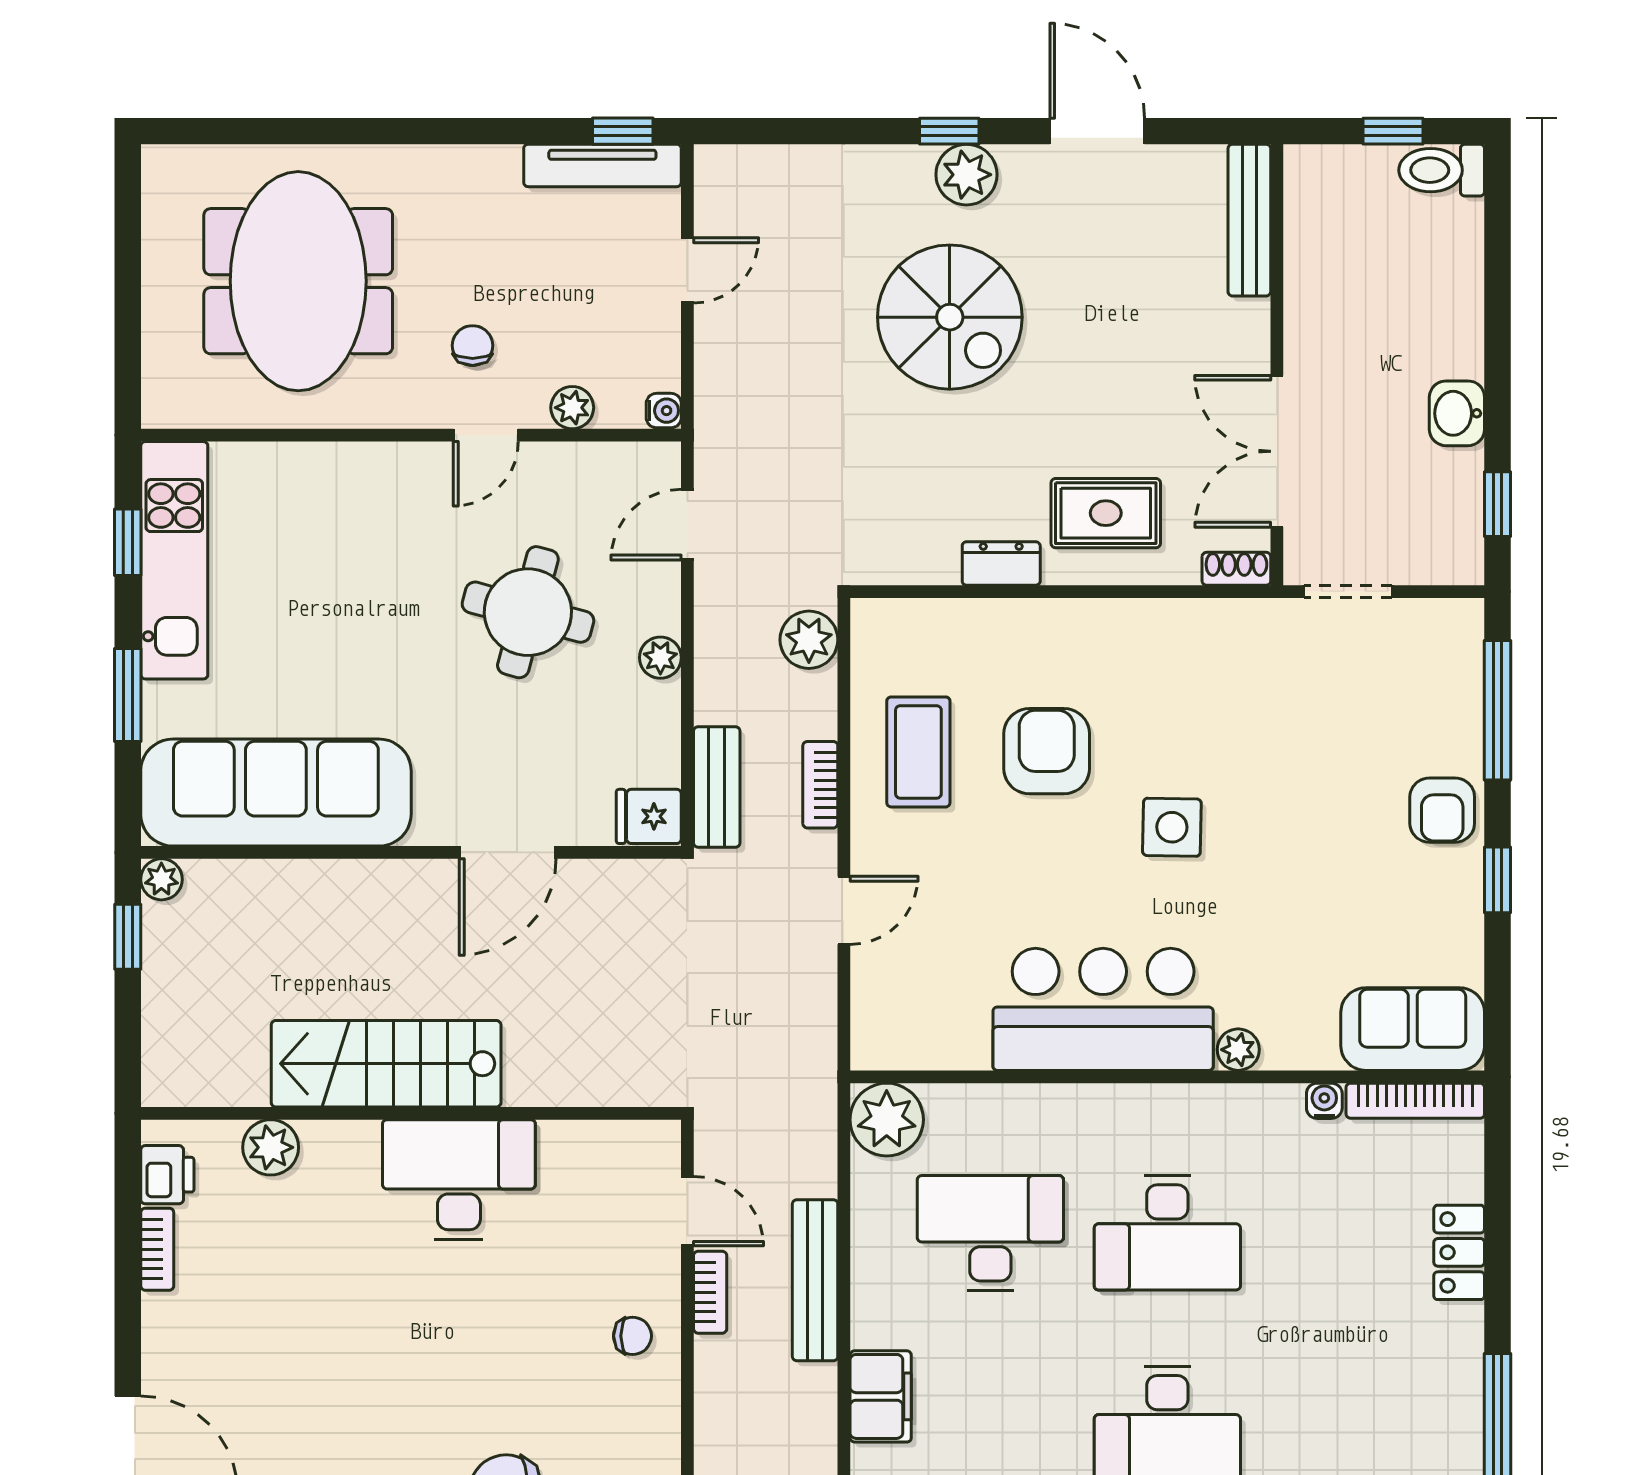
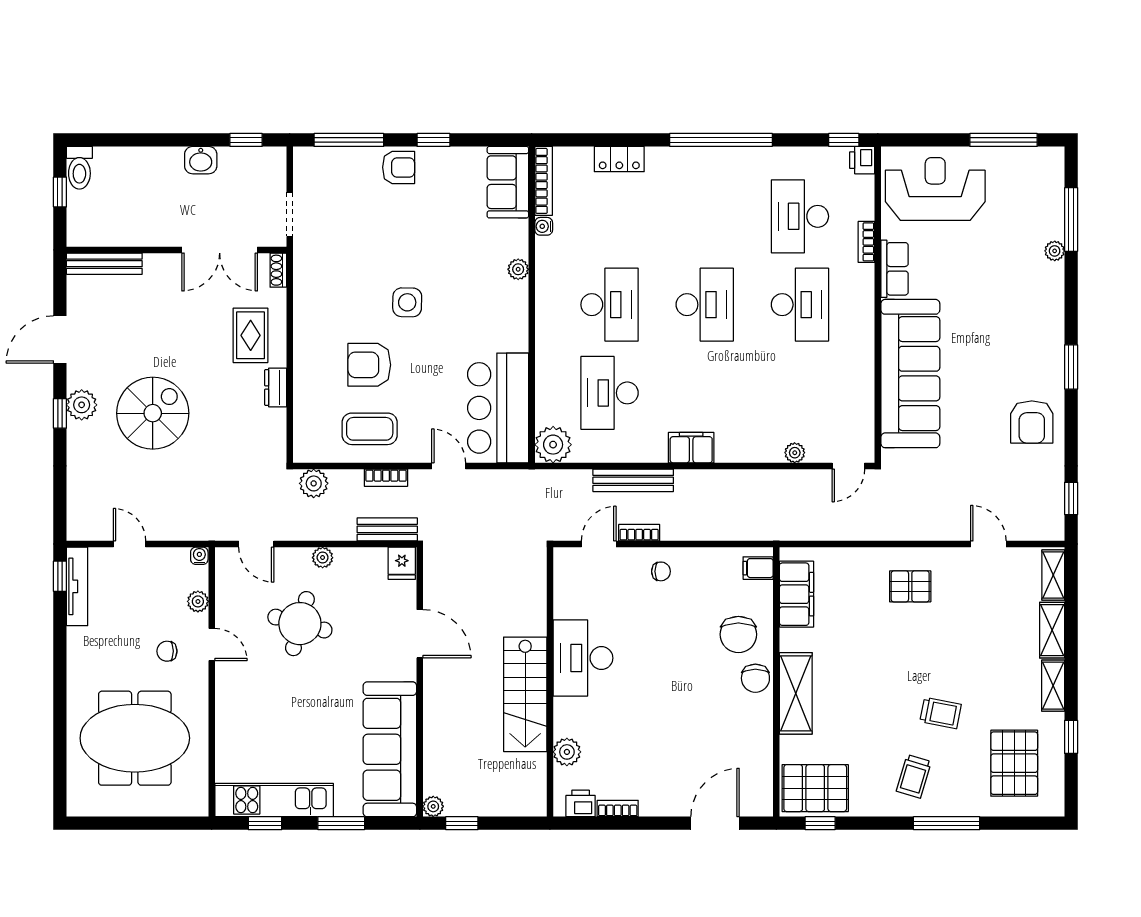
bar counter: (1103, 1009) -> (498, 408), moved
chair: (633, 1336) -> (661, 571), turned 90

